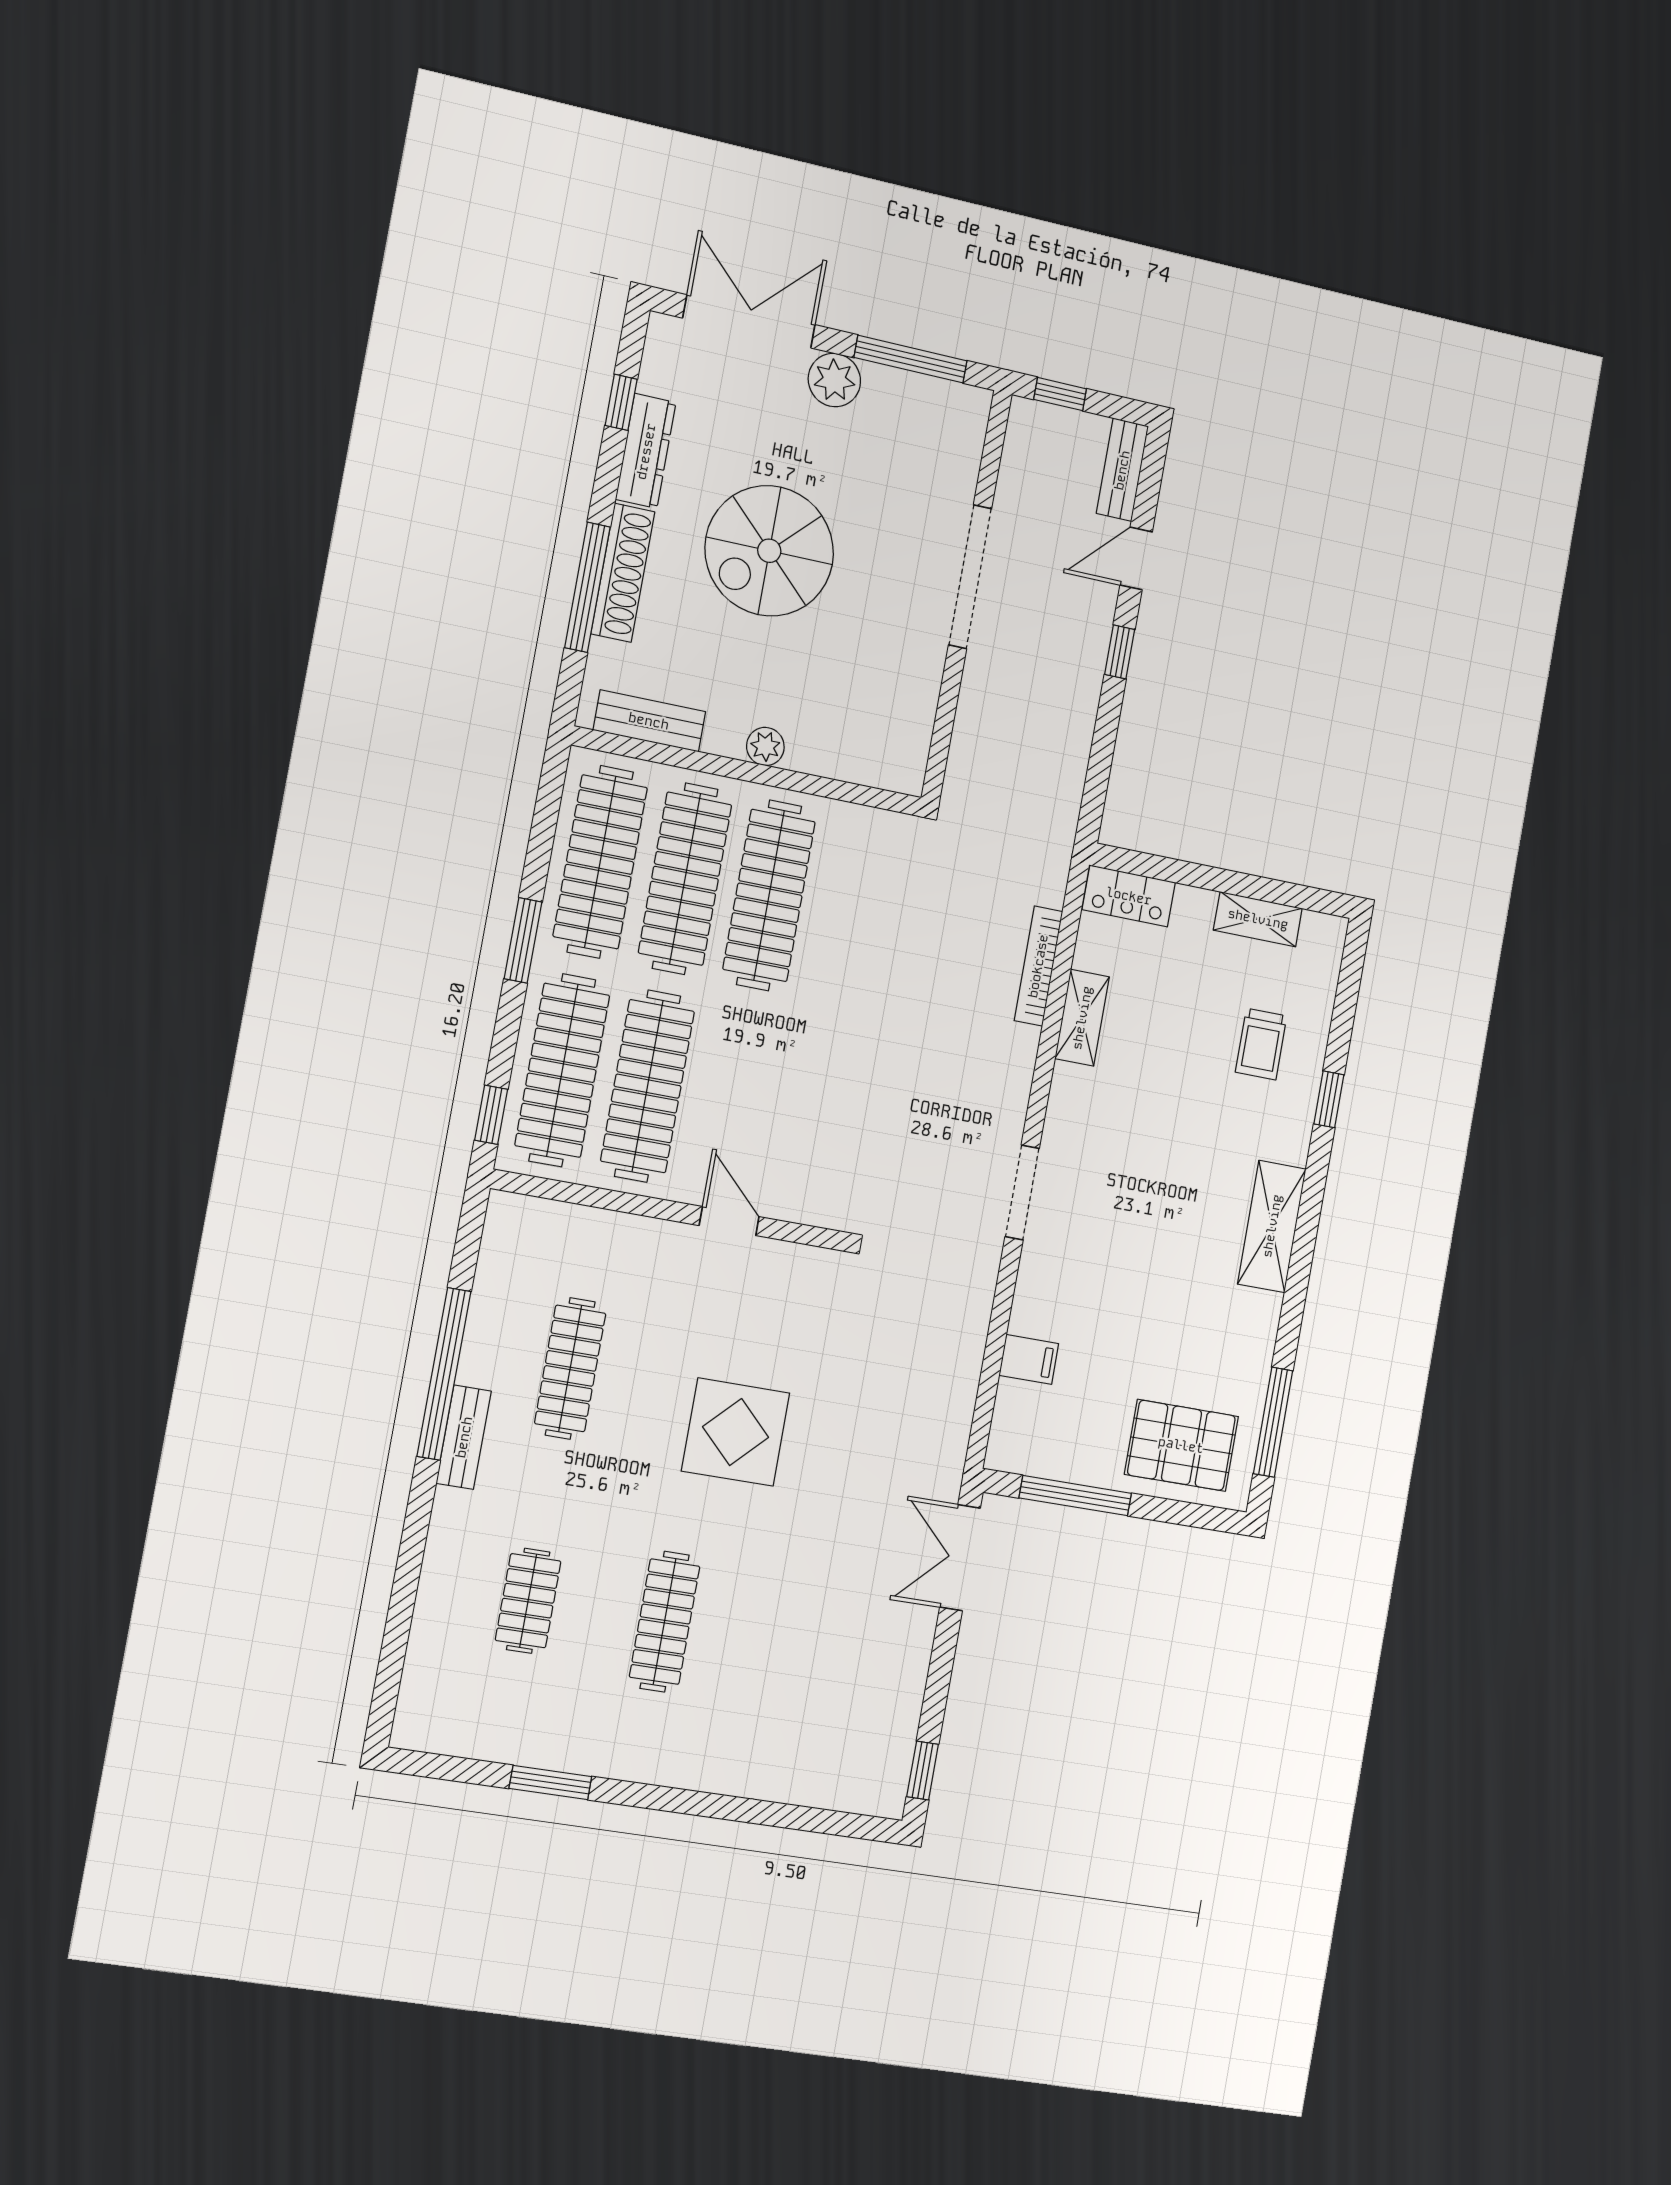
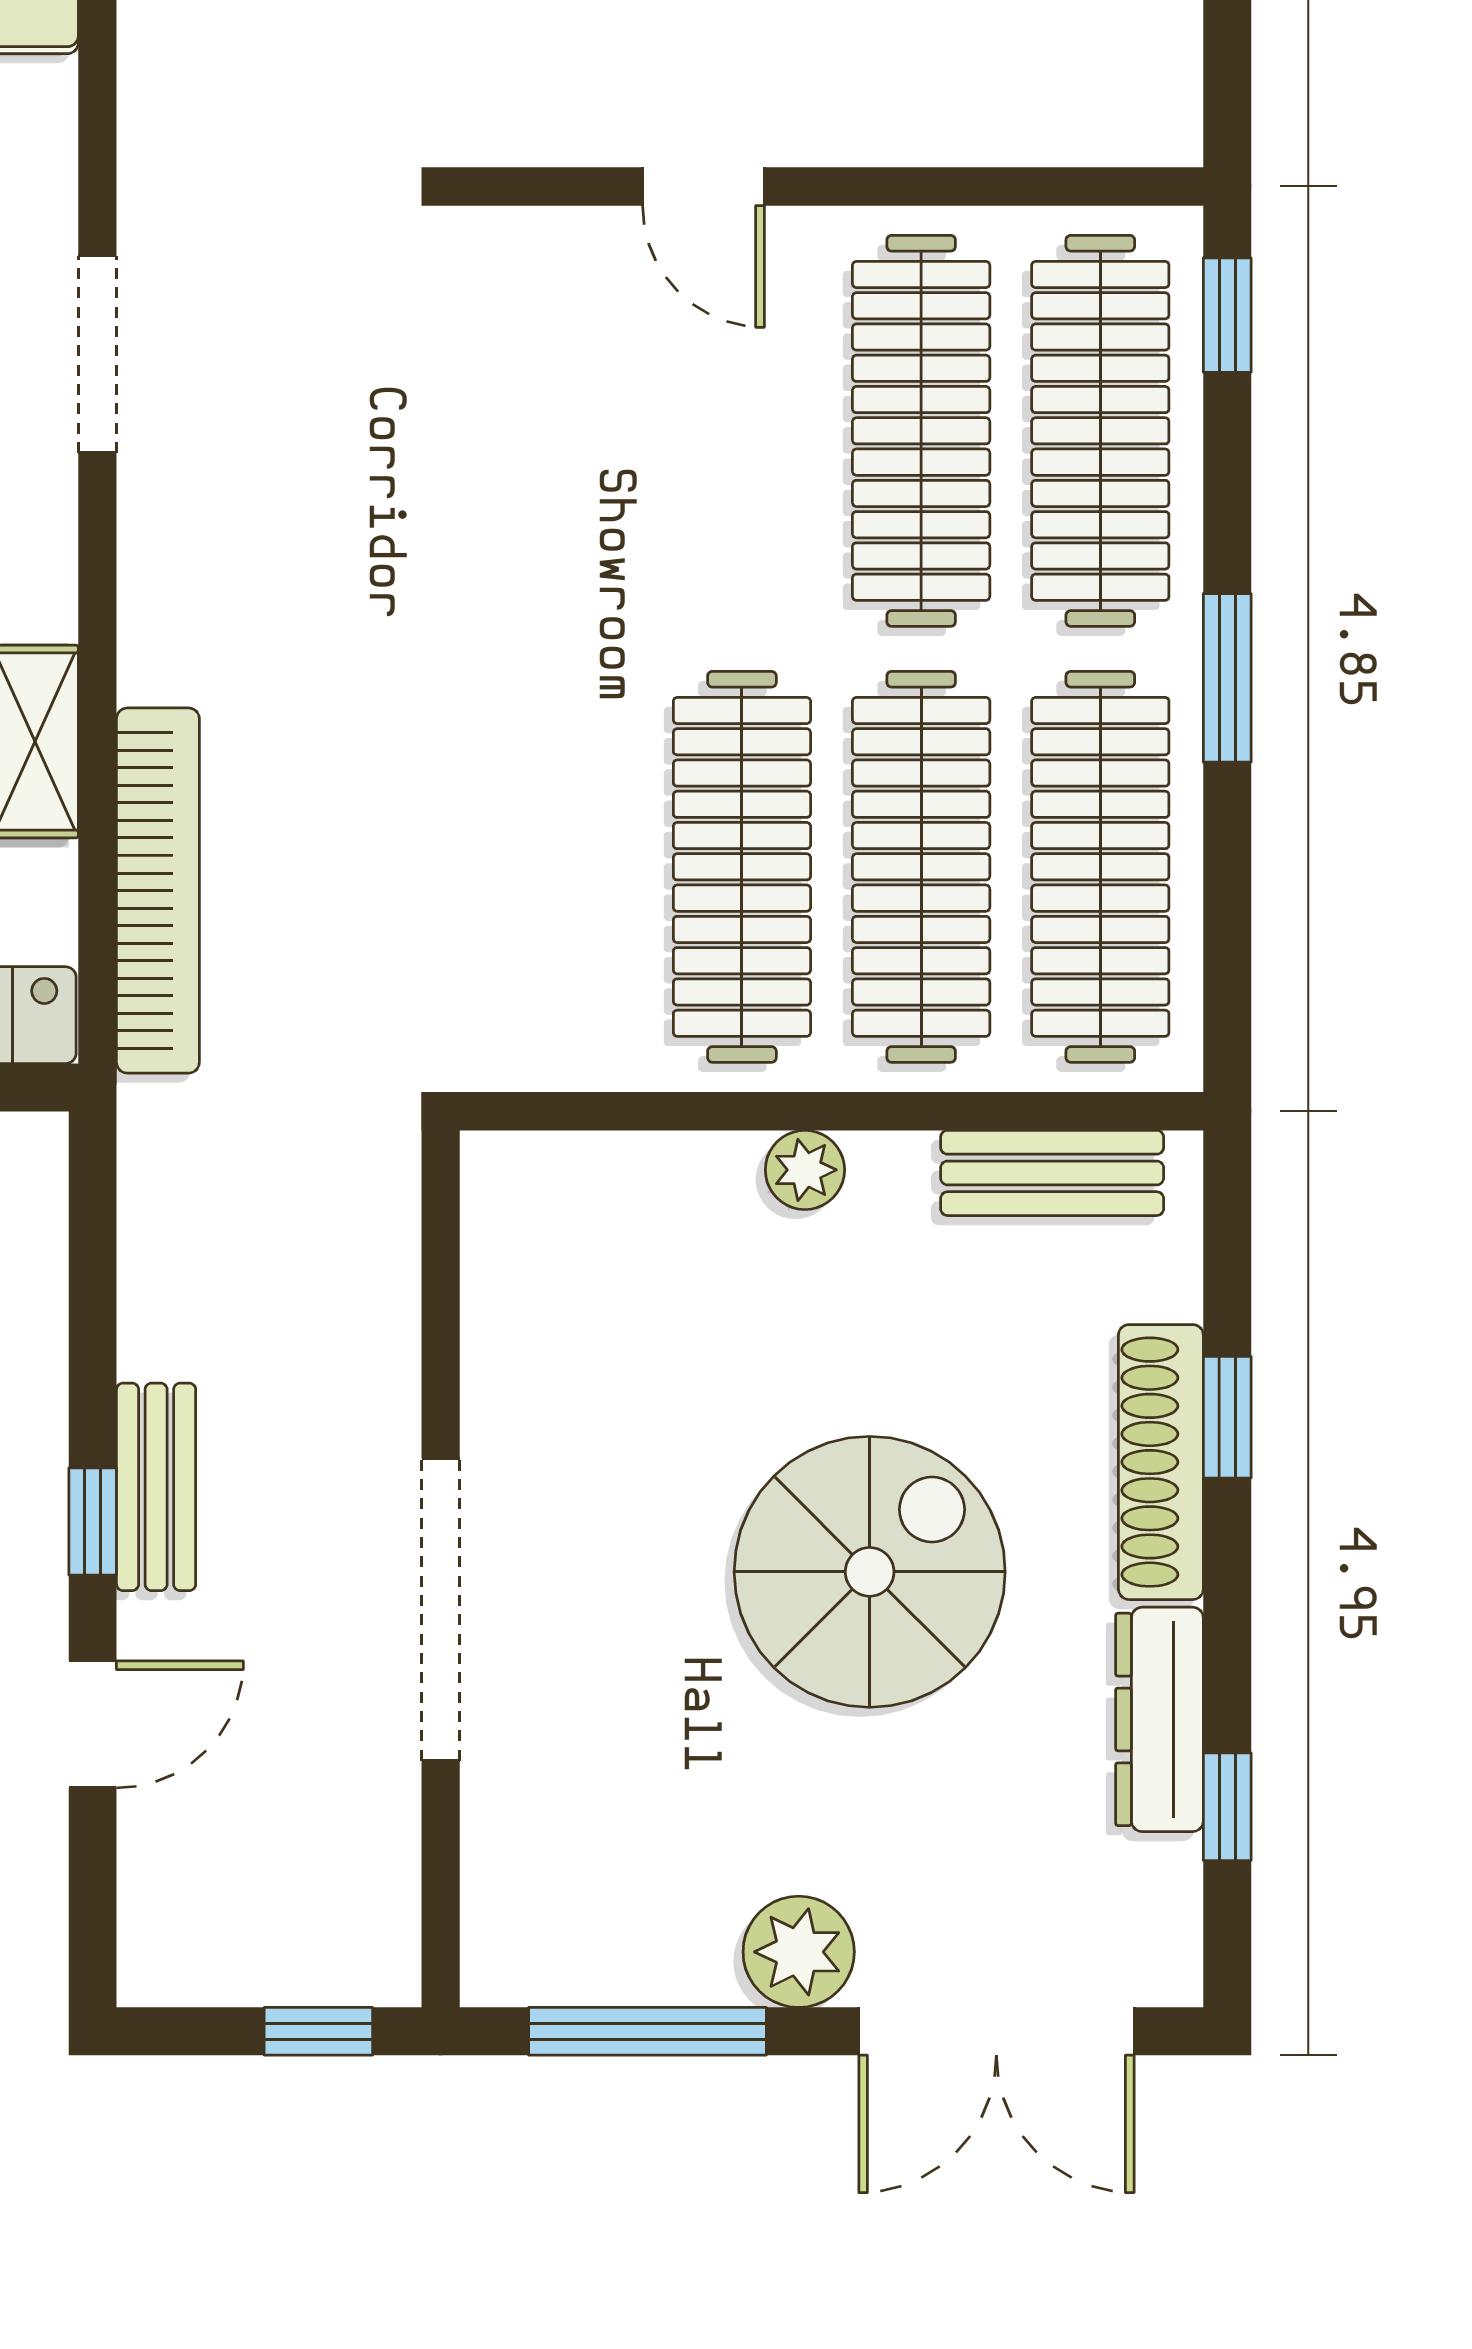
bench: (1122, 470) -> (156, 1487), moved
window: (587, 587) -> (1227, 1417), width x0.46
bookcase: (1038, 966) -> (158, 891), width x1.48, depth x1.31

